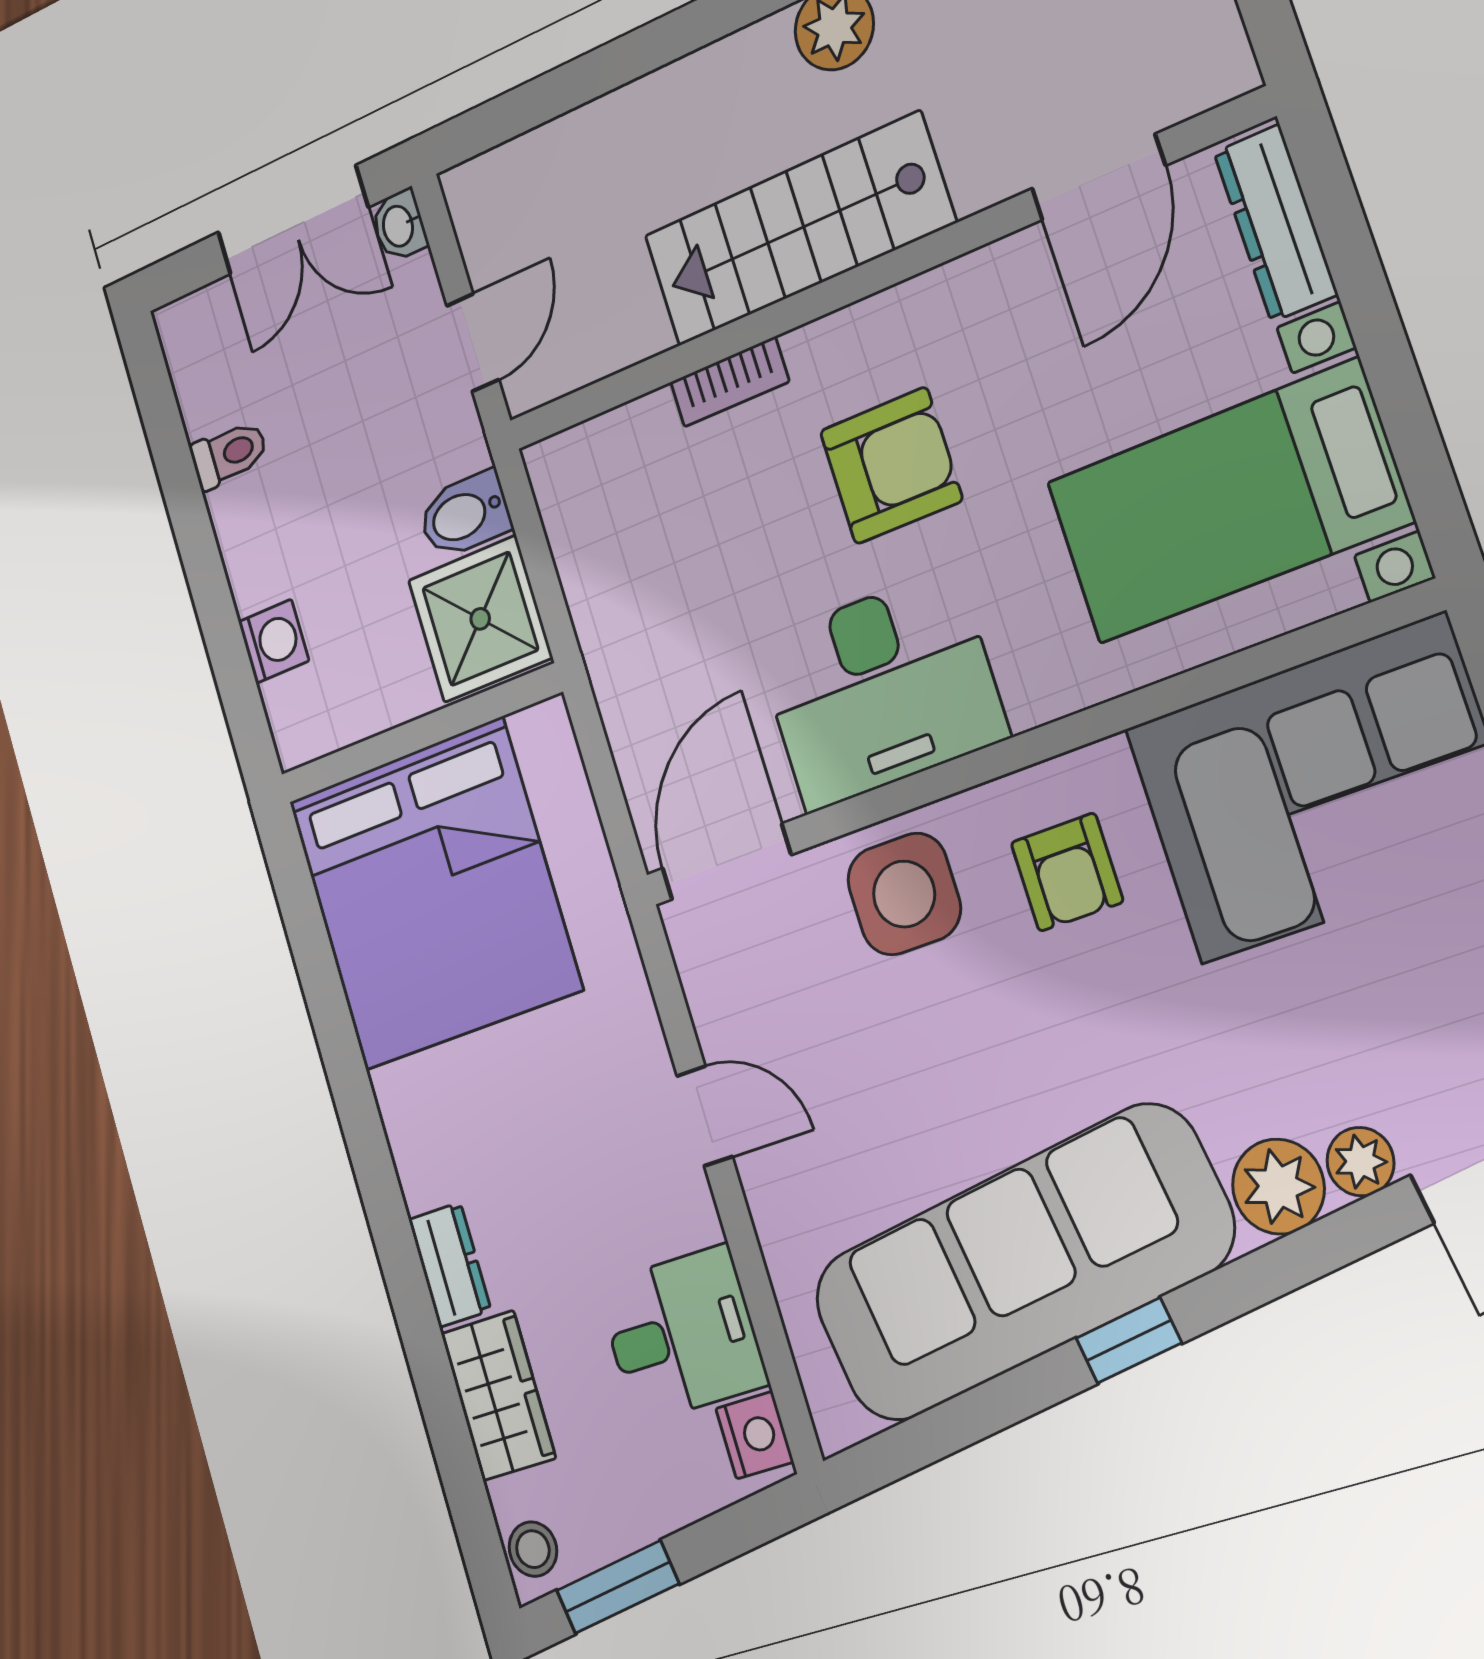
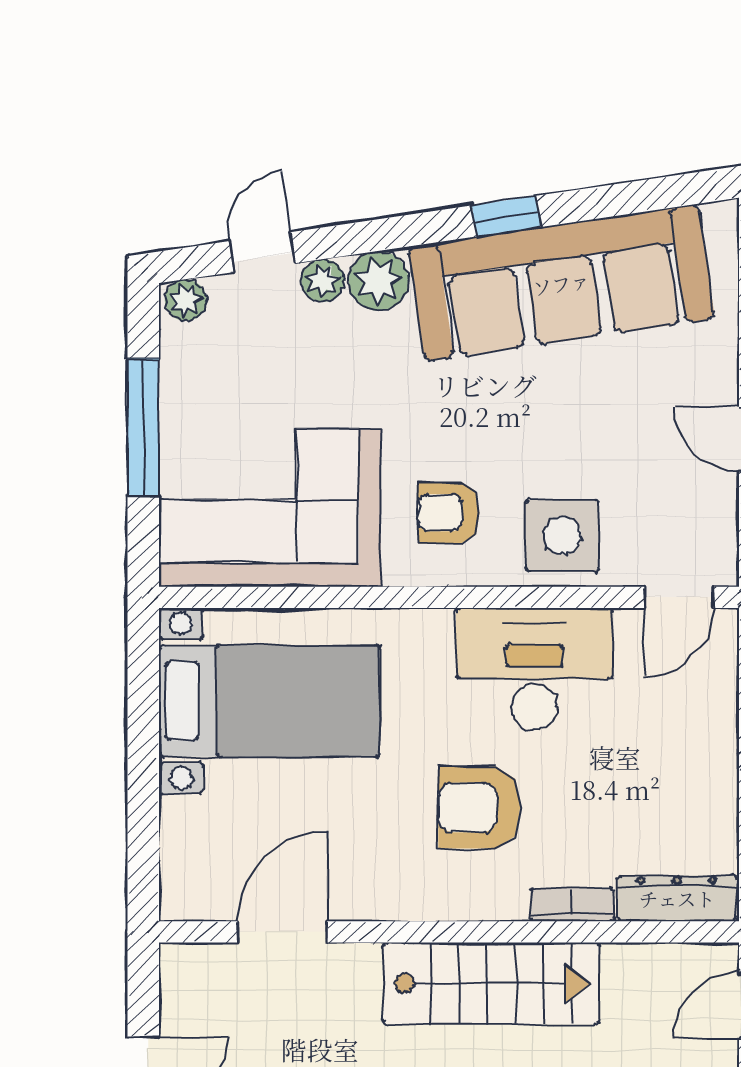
dresser: (1276, 223) -> (677, 898), moved, turned -90
door: (727, 862) -> (679, 597), width x0.73
armchair: (1067, 872) -> (449, 513), turned -90

